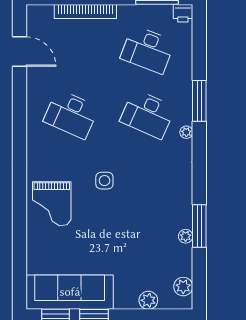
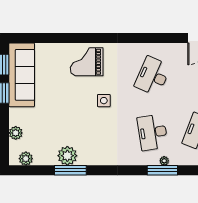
desk: (148, 114) -> (153, 132), turned -33
plant: (186, 132) -> (164, 161), moved
plant: (186, 236) -> (67, 156), width x1.87, depth x1.87

